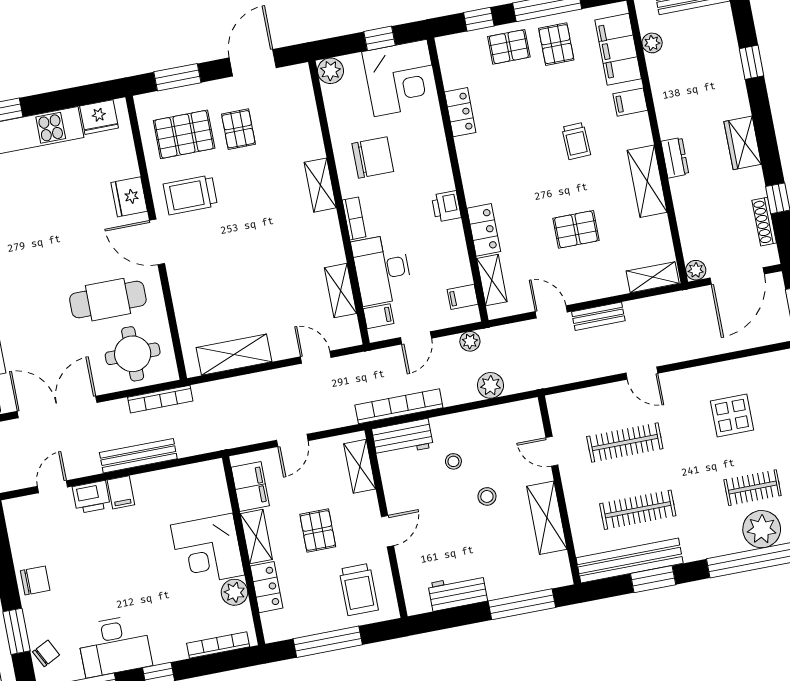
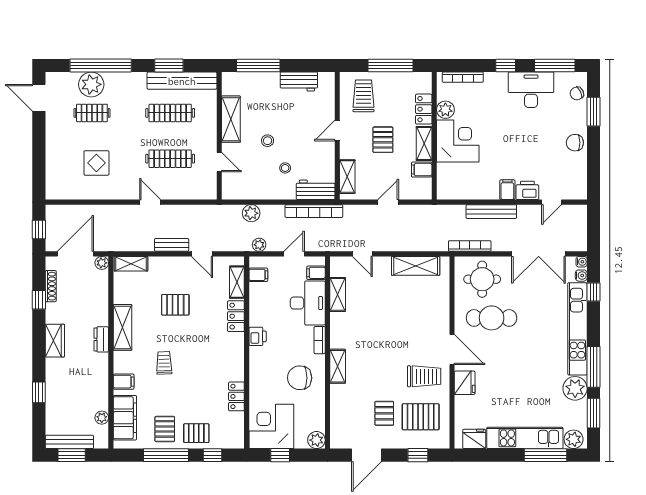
window: (177, 77) -> (418, 455), width x0.67
filing cabinet: (250, 486) -> (422, 170), width x0.50

